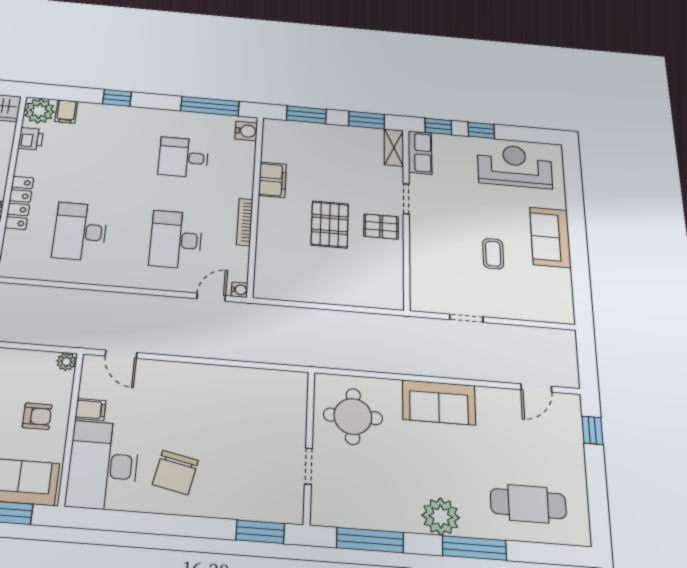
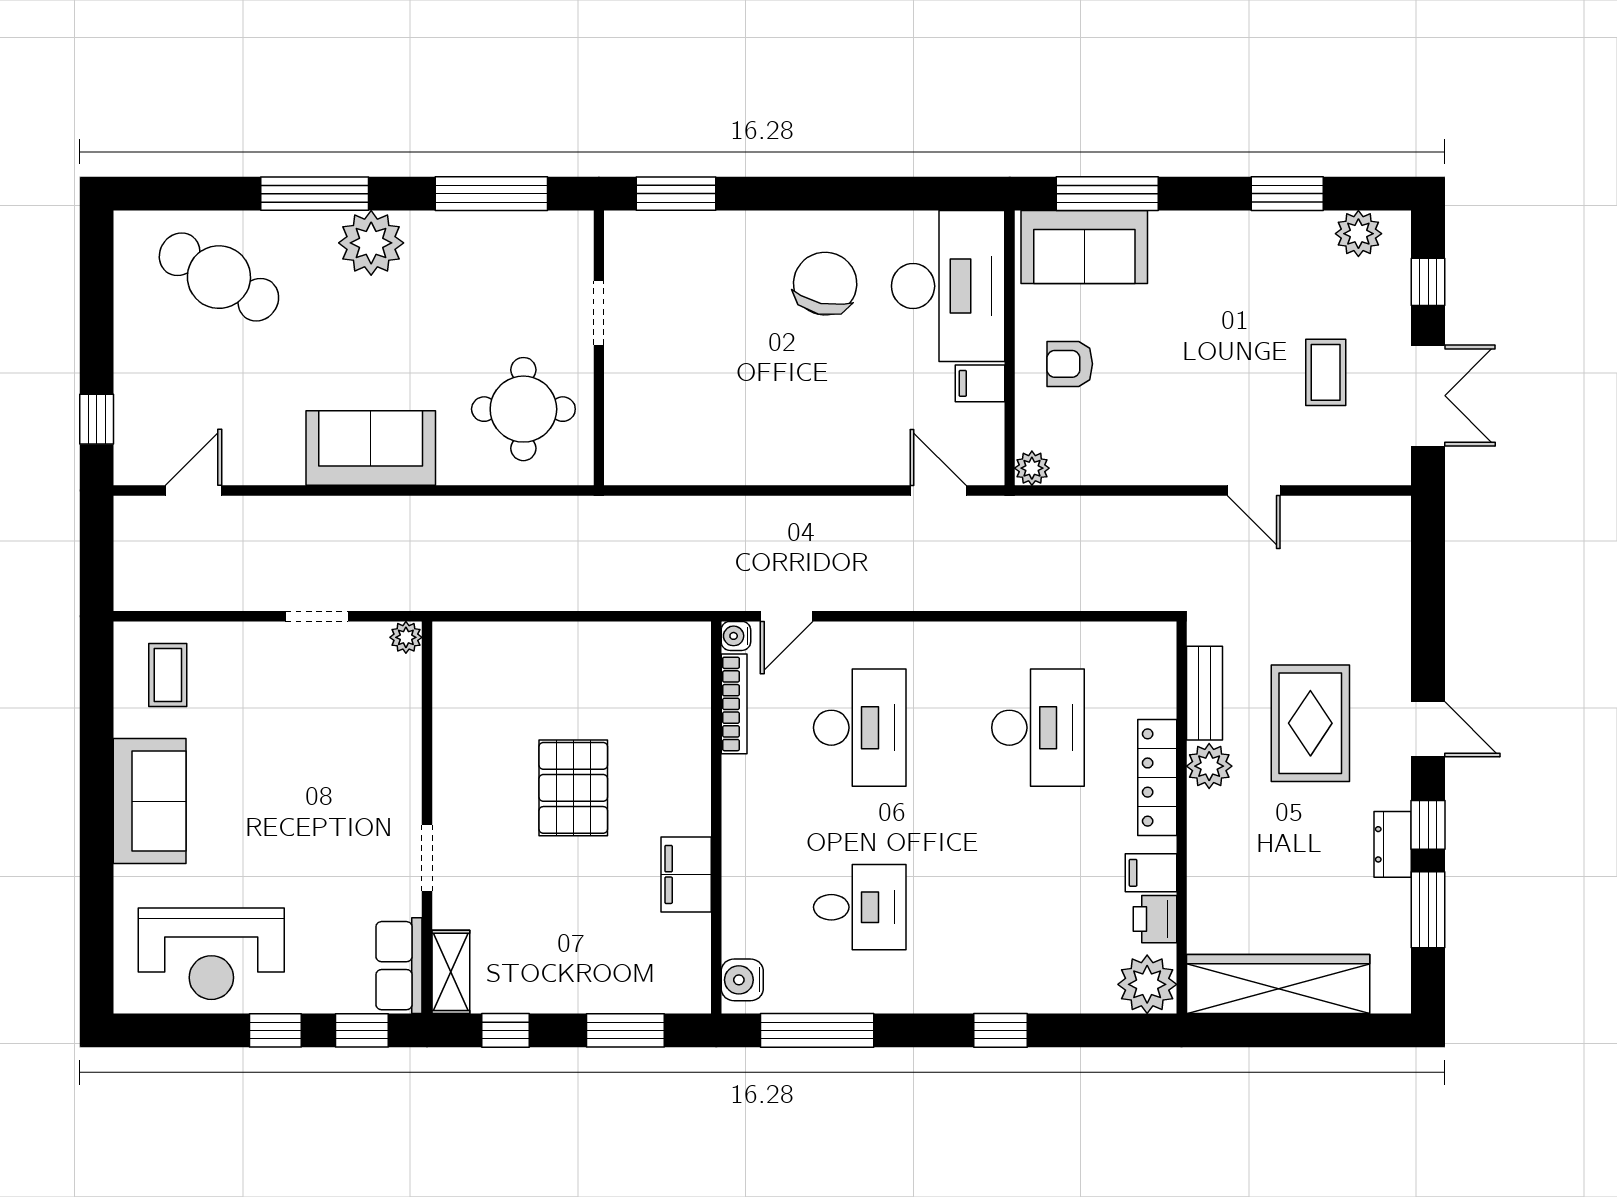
filing cabinet: (66, 112) -> (1151, 873), moved, turned -90
window: (367, 120) -> (506, 1030), width x0.67
bookcase: (245, 222) -> (734, 704), moved
pallet: (381, 227) -> (475, 793), removed
coffee table: (493, 254) -> (168, 675), moved
plant: (418, 304) -> (406, 637), added
cafe table: (528, 504) -> (219, 277), turned 30

